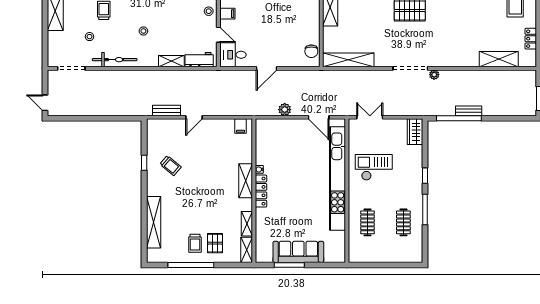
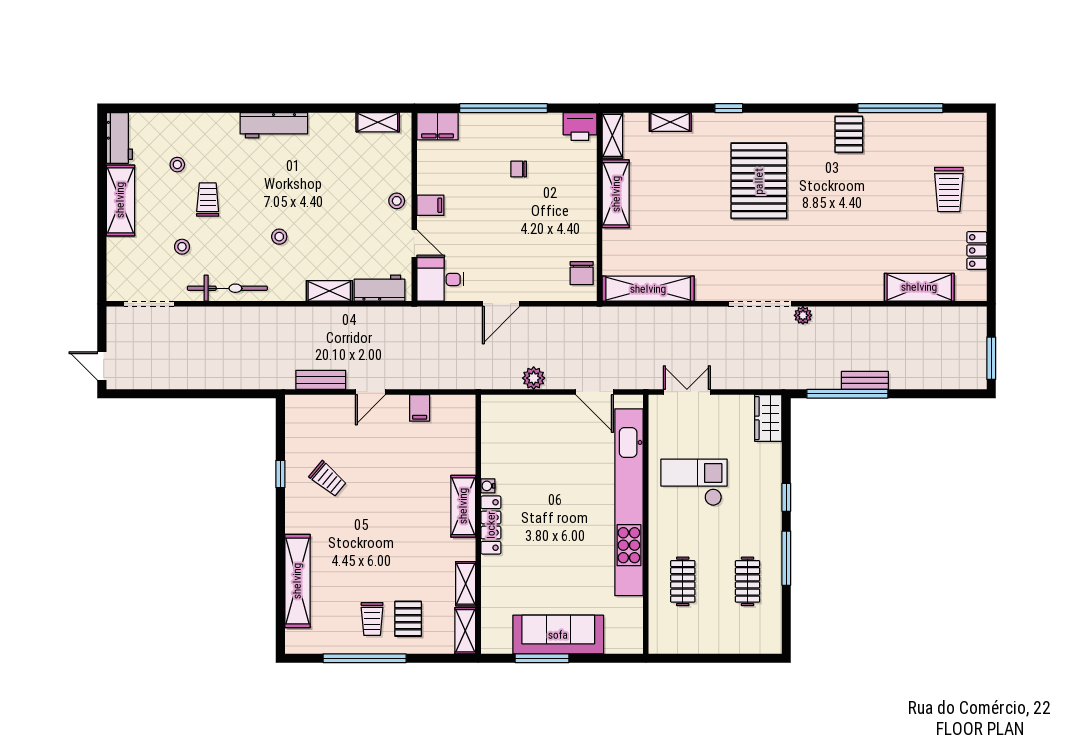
filing cabinet: (240, 126) -> (420, 408), moved

